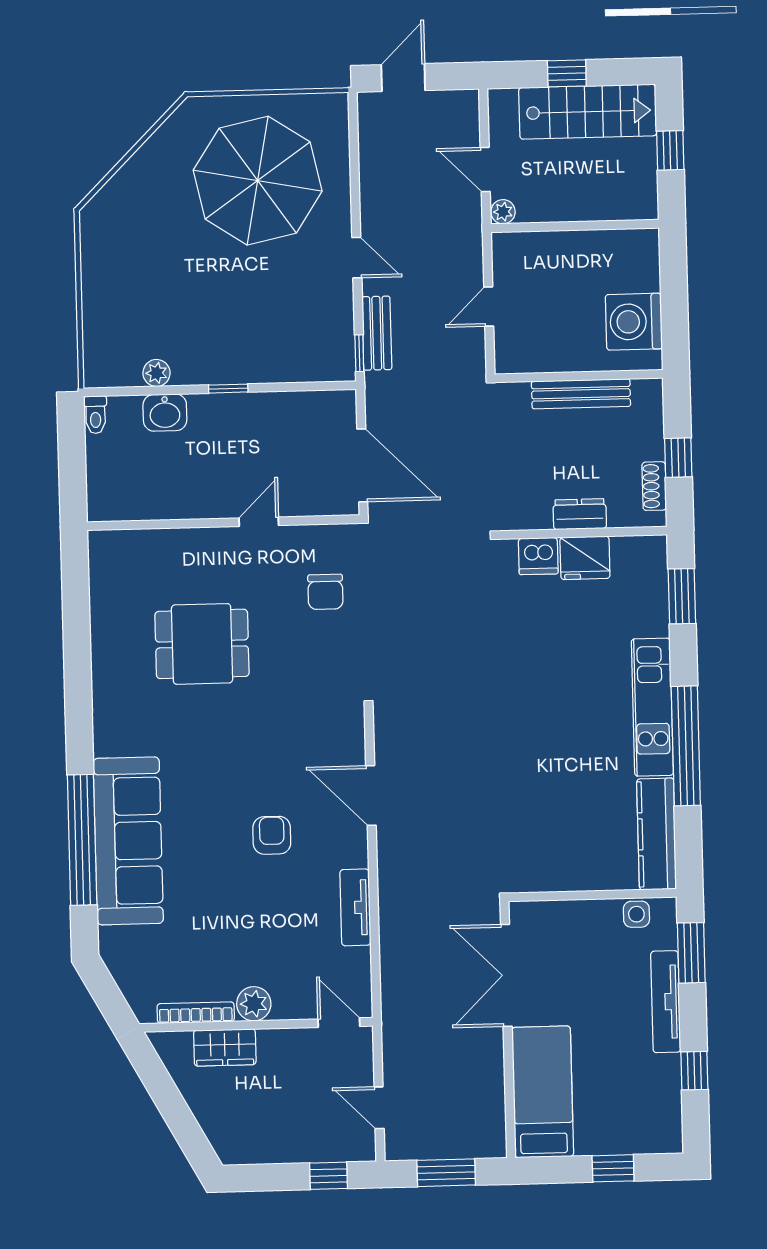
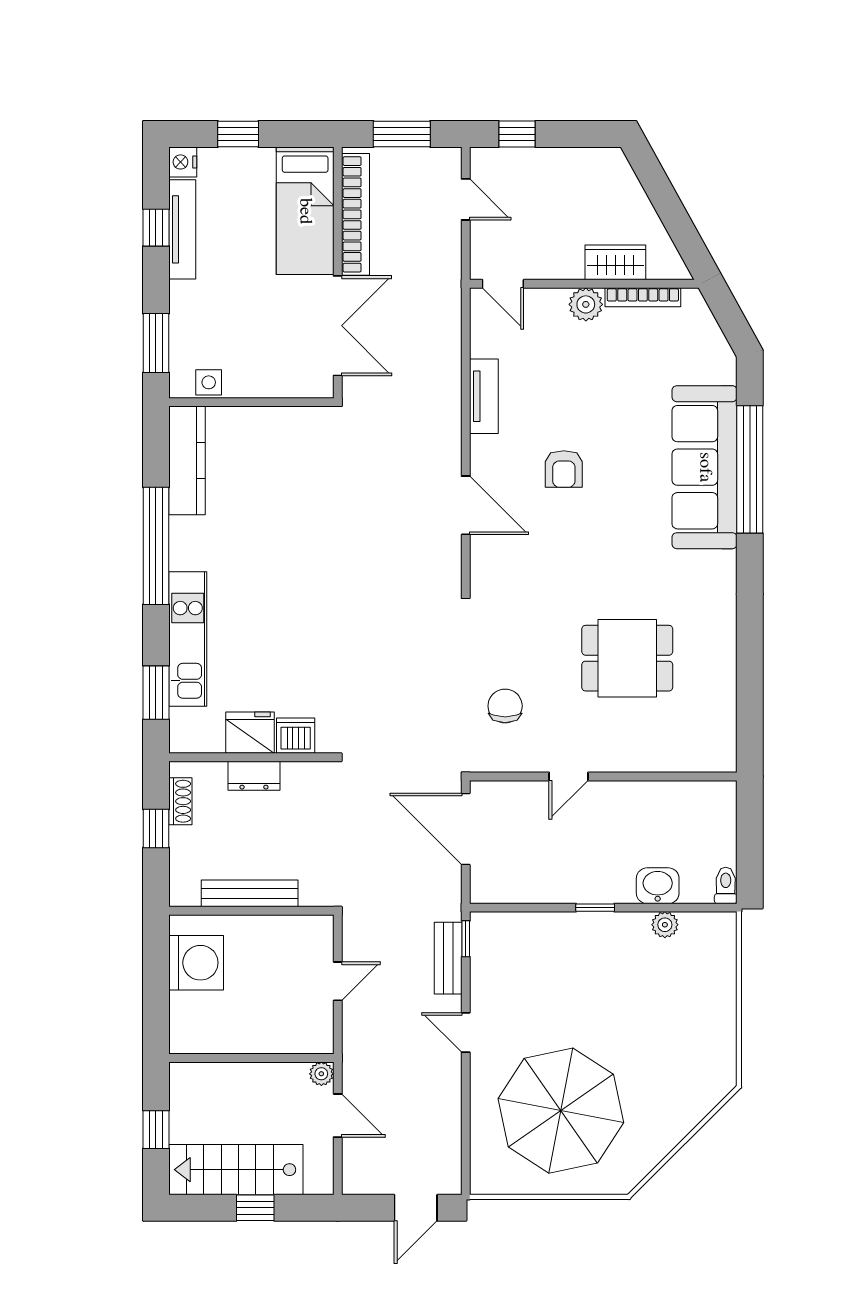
kitchen unit: (652, 707) -> (188, 639), moved
tv unit: (666, 1002) -> (182, 229), moved
bookcase: (491, 1090) -> (355, 214), added
nightstand: (669, 1138) -> (183, 162), added

